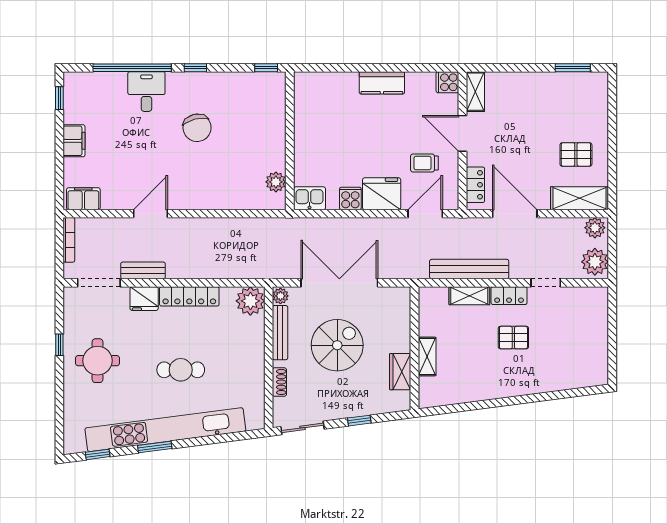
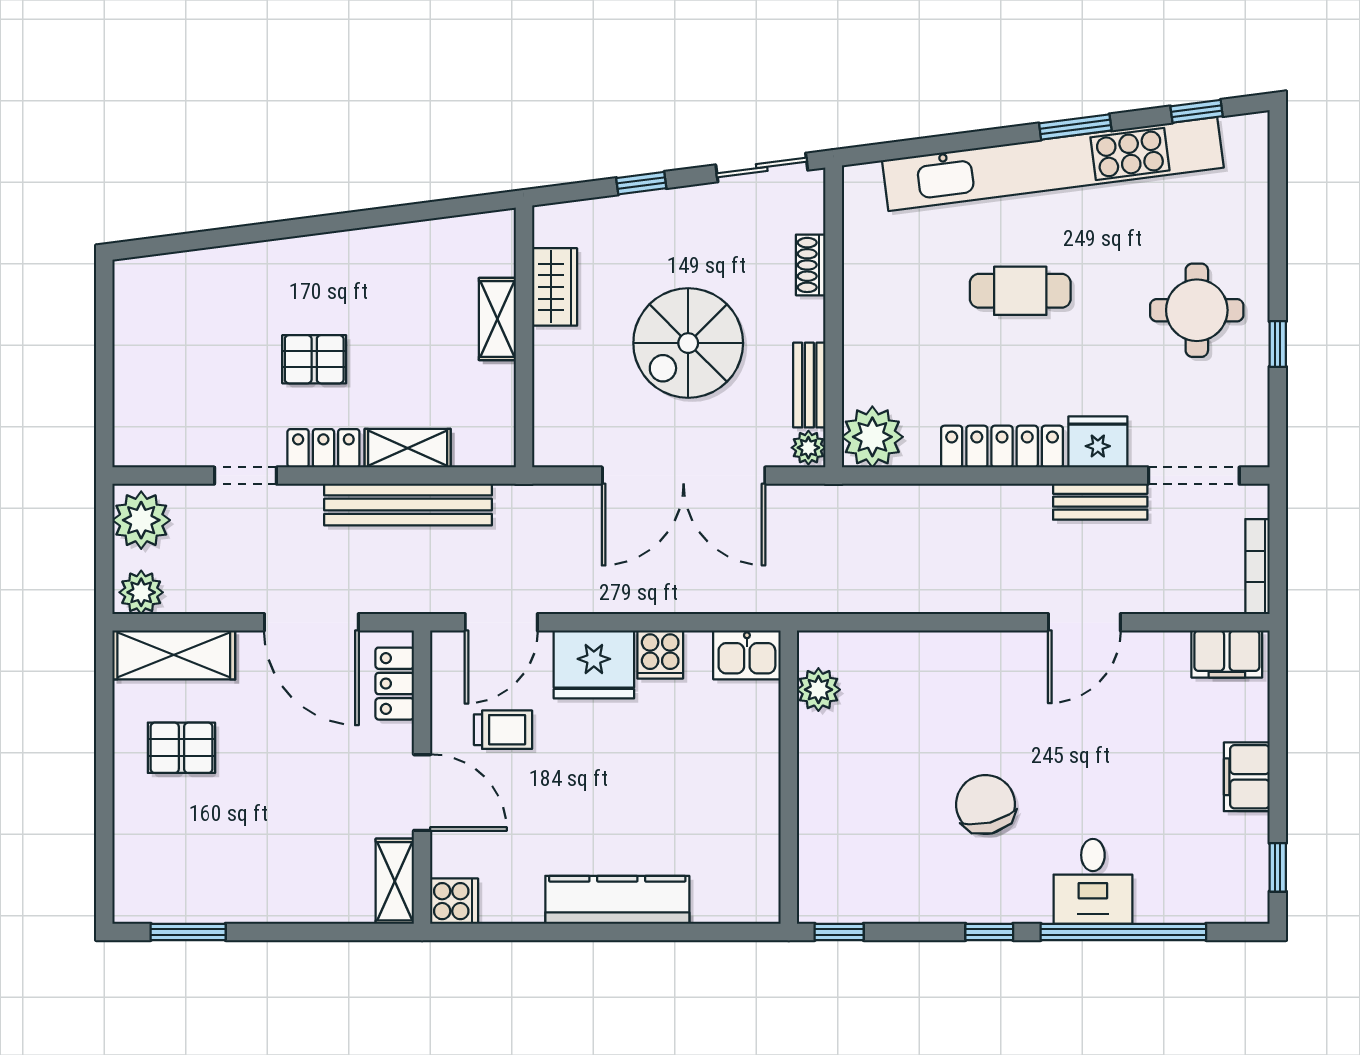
kitchen counter: (382, 83) -> (617, 900), width x1.50
bench: (280, 333) -> (809, 385), width x0.73

